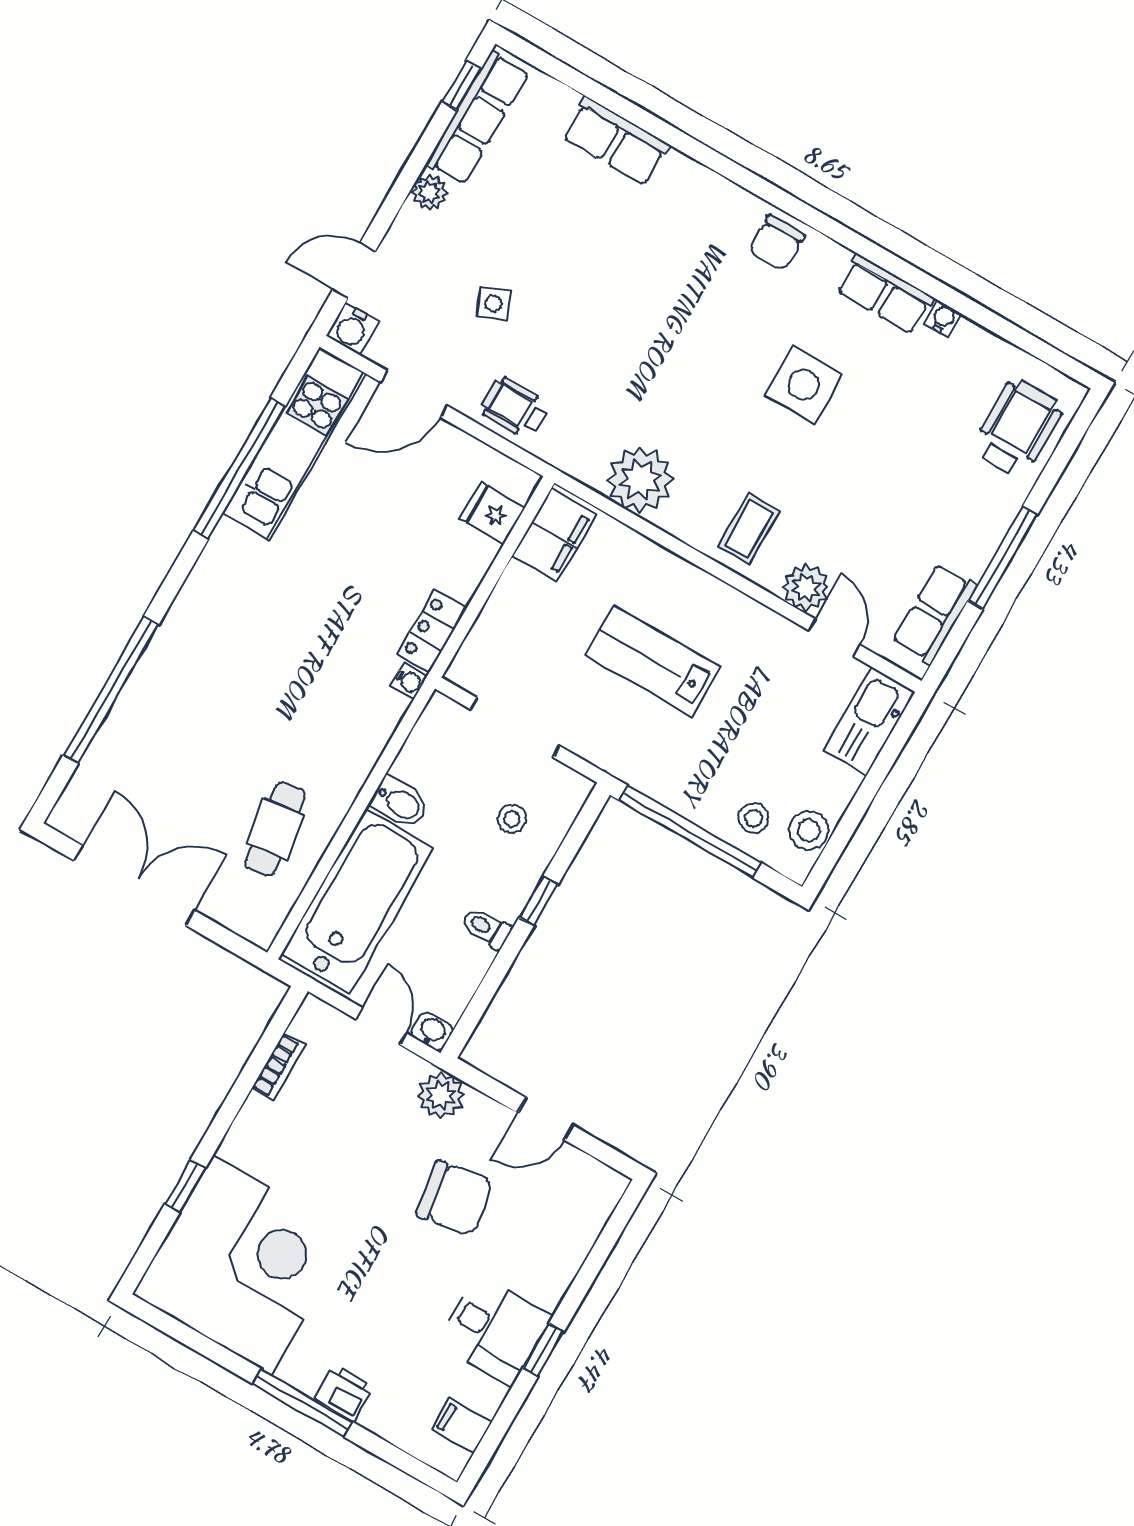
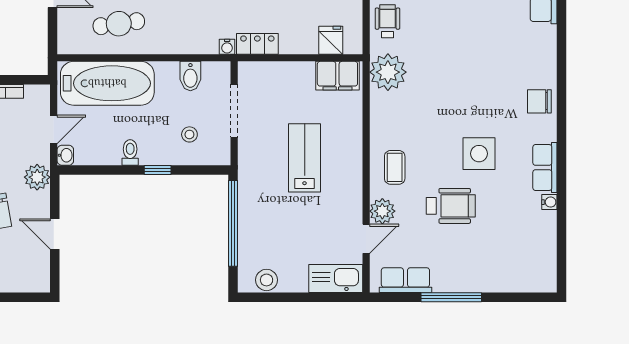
wheelchair: (1017, 428) -> (451, 206), moved
plant: (640, 480) -> (388, 72), moved
coffee table: (749, 529) -> (395, 167), turned 90
bidet: (400, 802) -> (190, 76), moved
stool: (753, 818) -> (257, 250), removed

